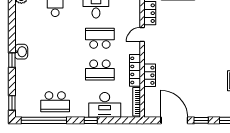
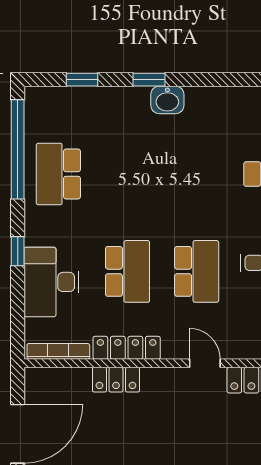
school desk: (100, 70) -> (128, 271), turned 180
window: (12, 103) -> (82, 80), moved

